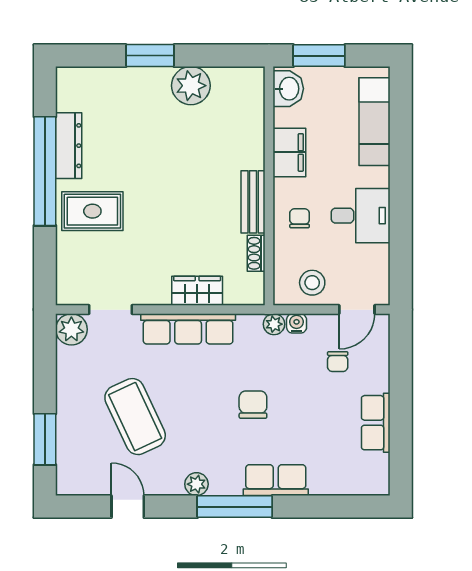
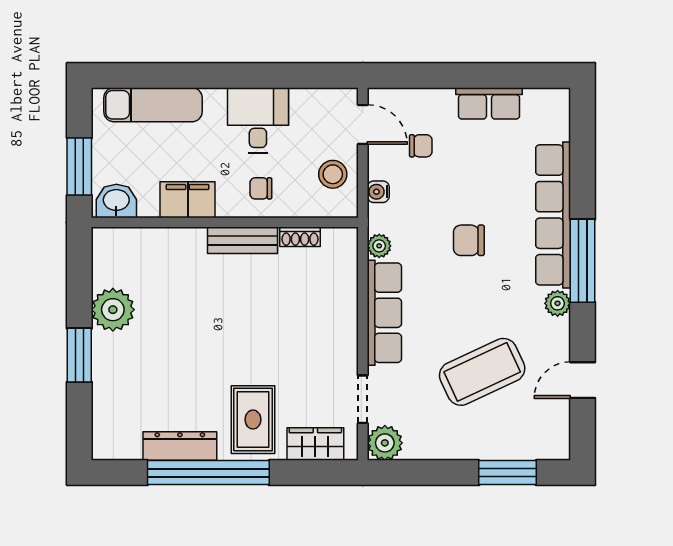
wardrobe: (197, 291) -> (315, 444), moved, turned 90
plant: (274, 324) -> (379, 246), moved
row of seats: (276, 480) -> (553, 215), width x2.02

